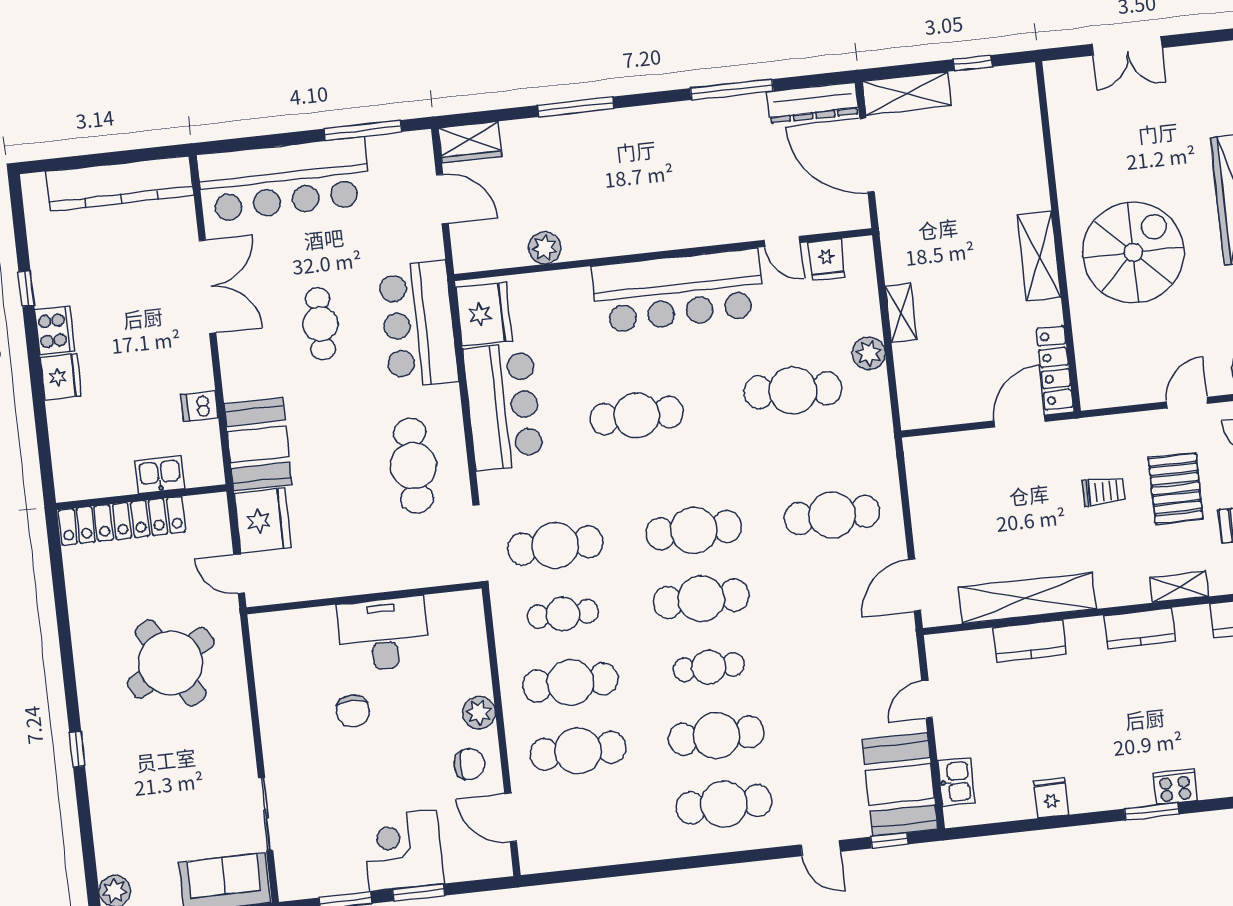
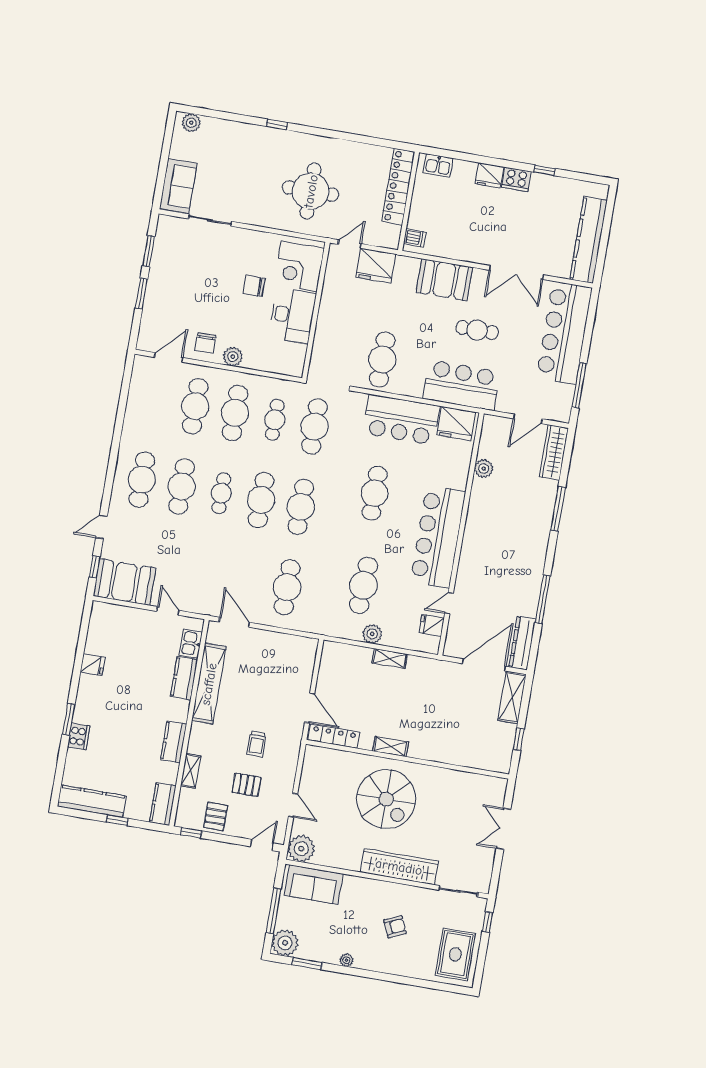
wardrobe: (470, 142) -> (554, 452), width x1.50
shelving: (1039, 256) -> (390, 747), width x0.67, depth x0.75
dishwasher: (200, 406) -> (415, 238), moved, turned 90
booth: (258, 444) -> (444, 280), moved
cafe table: (413, 466) -> (382, 359), turned 90
kitchen sink: (160, 475) -> (438, 166), moved, turned 90
pallet: (1176, 488) -> (247, 785), width x0.67, depth x0.71
round table: (171, 663) -> (311, 191), turned 30
kitchen sink: (956, 782) -> (191, 643), moved, turned 90
corner desk: (403, 850) -> (299, 266), moved, turned 180

